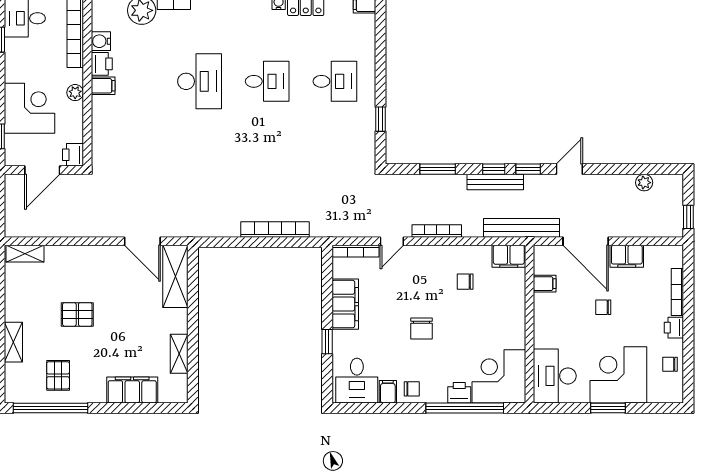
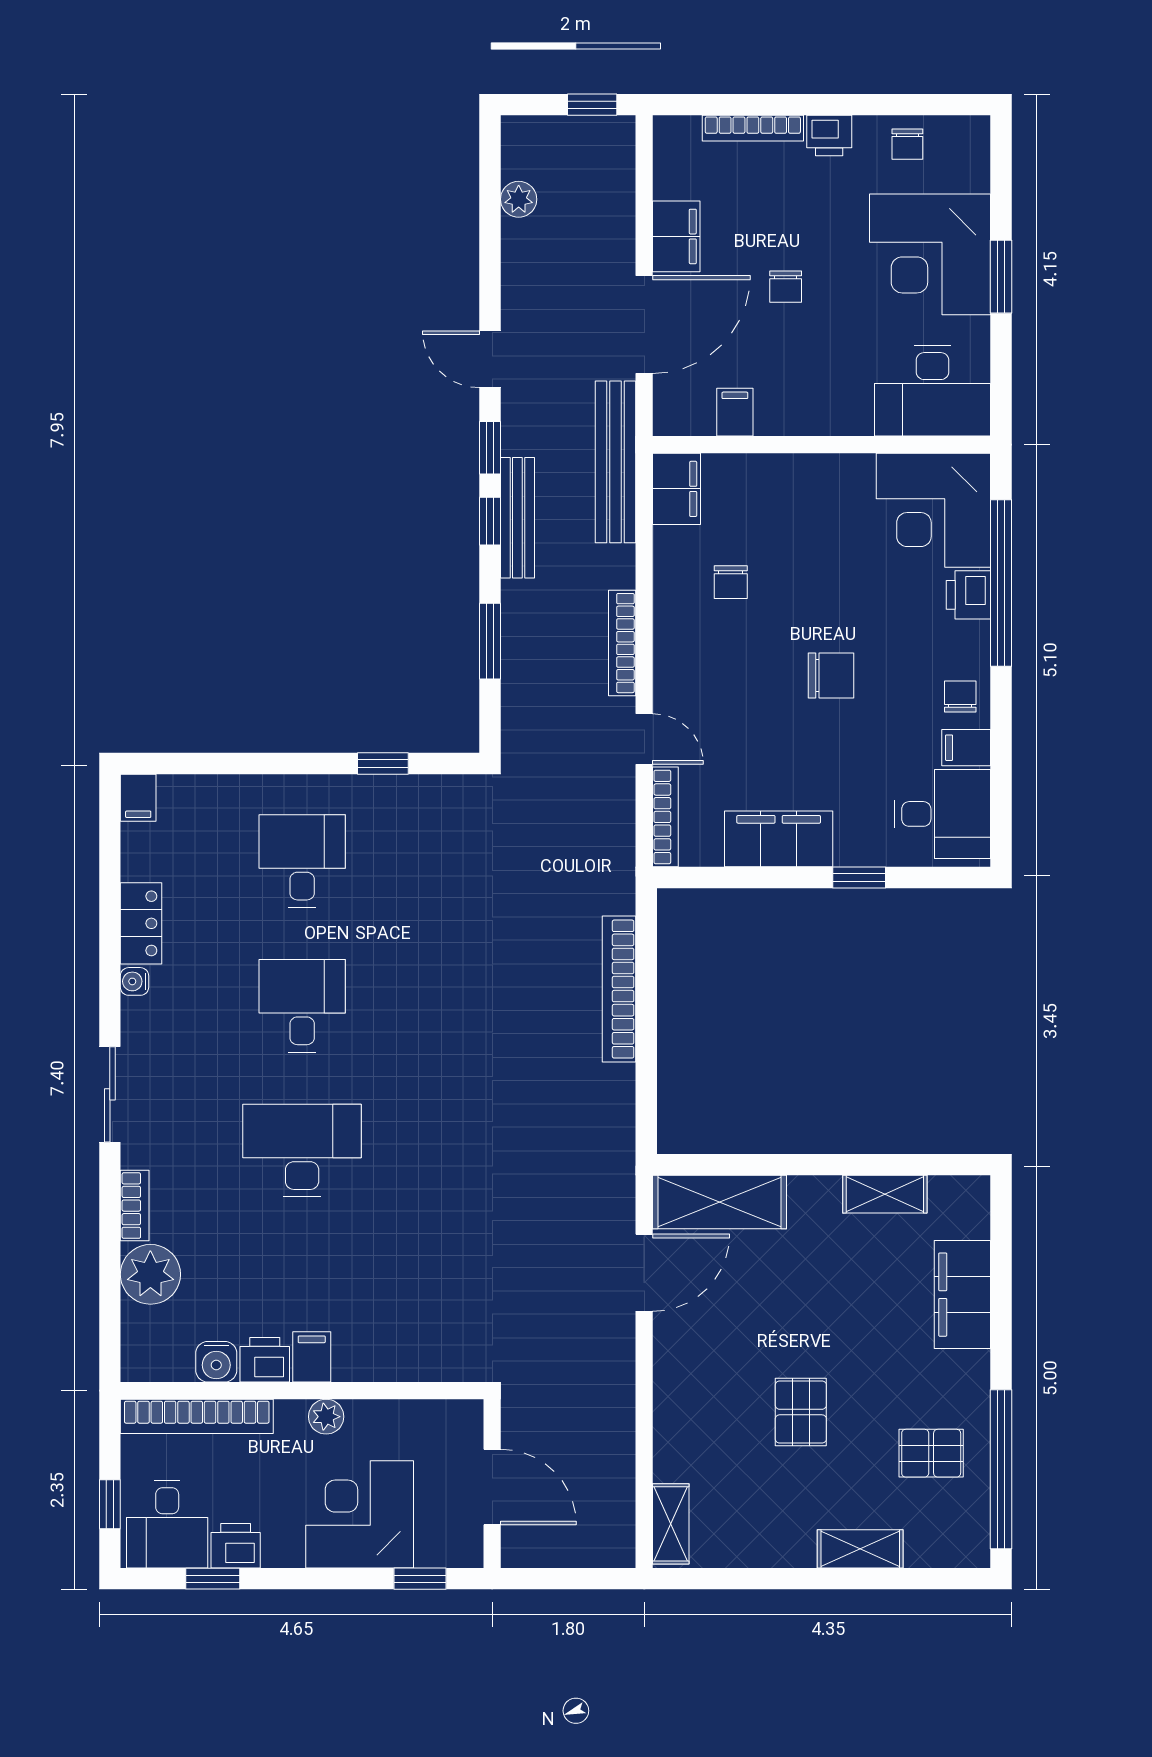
printer: (73, 155) -> (236, 1546), moved, turned 180

